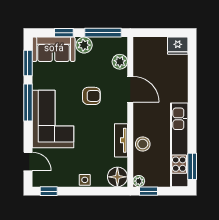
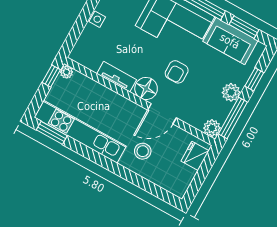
fridge: (178, 46) -> (195, 156), moved
sofa: (54, 49) -> (230, 41), moved, turned -90
plant: (120, 62) -> (212, 128), moved
stool: (143, 144) -> (143, 151), moved
floor lamp: (117, 177) -> (146, 88), moved

